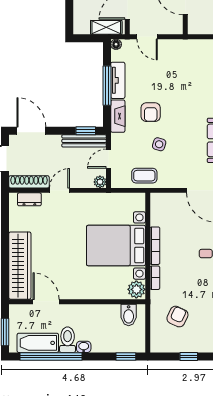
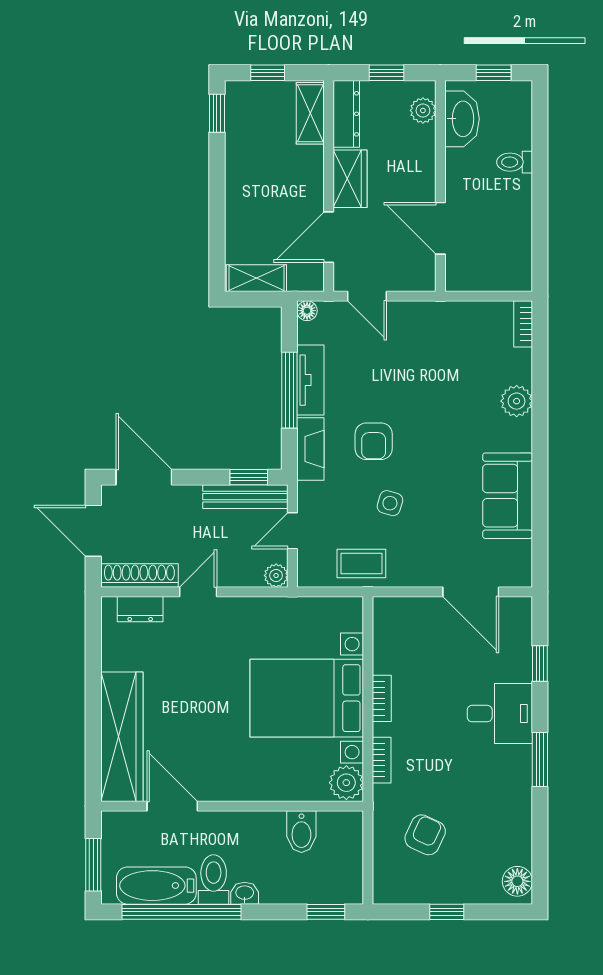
shelving: (106, 27) -> (256, 278), moved
bookcase: (155, 246) -> (382, 698), width x0.64
bidet: (129, 315) -> (301, 832), moved

